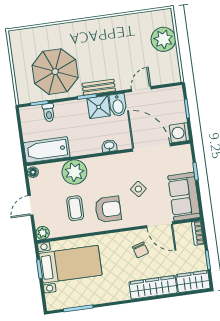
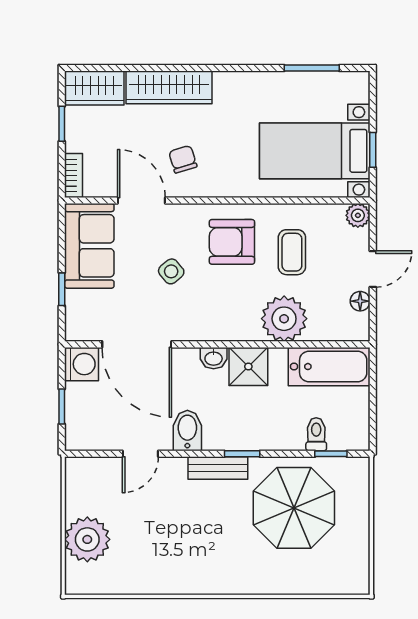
shower: (99, 107) -> (248, 366), moved
floor lamp: (33, 172) -> (360, 301), moved

